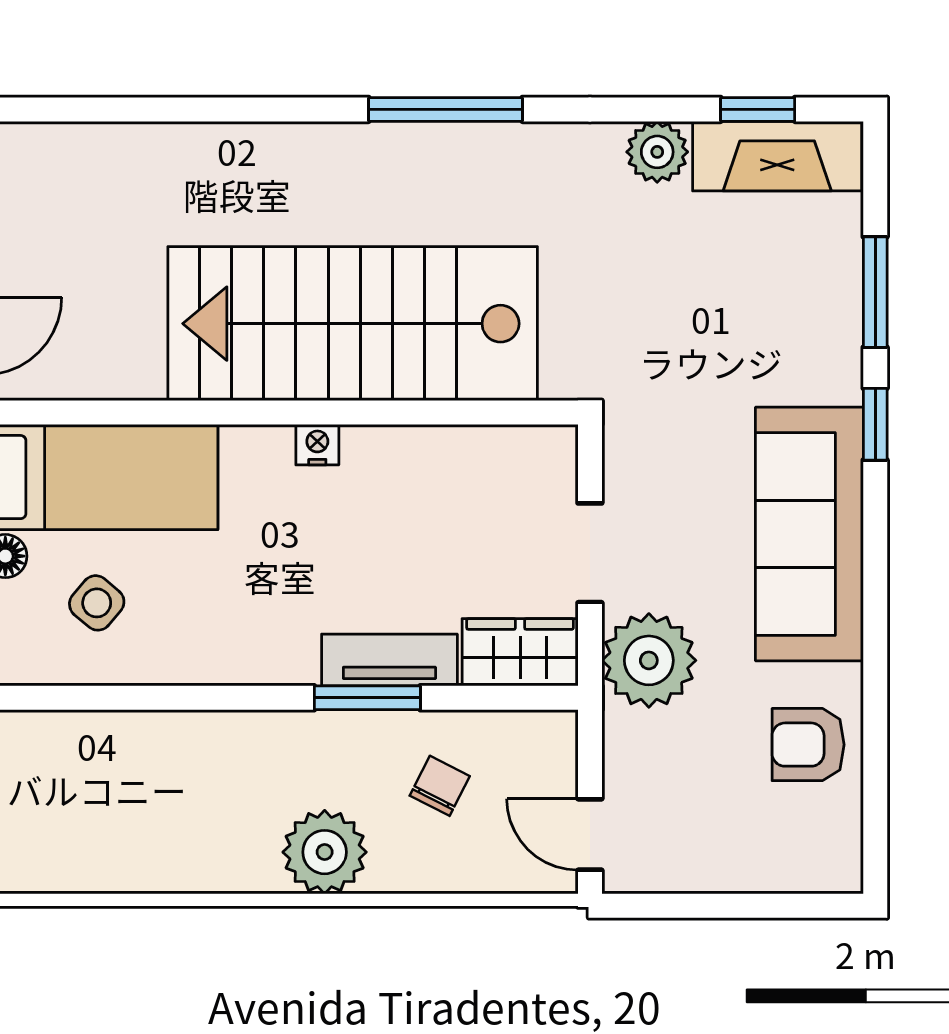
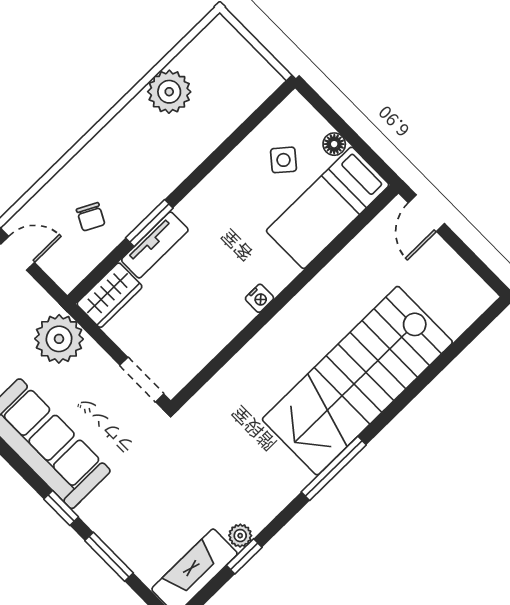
window: (758, 109) -> (244, 556), moved
plant: (657, 152) -> (240, 536), width x0.73, depth x0.73
stairs: (353, 324) -> (357, 381), moved, turned 180
doorway: (590, 553) -> (142, 380), moved
plant: (325, 852) -> (169, 92), moved

